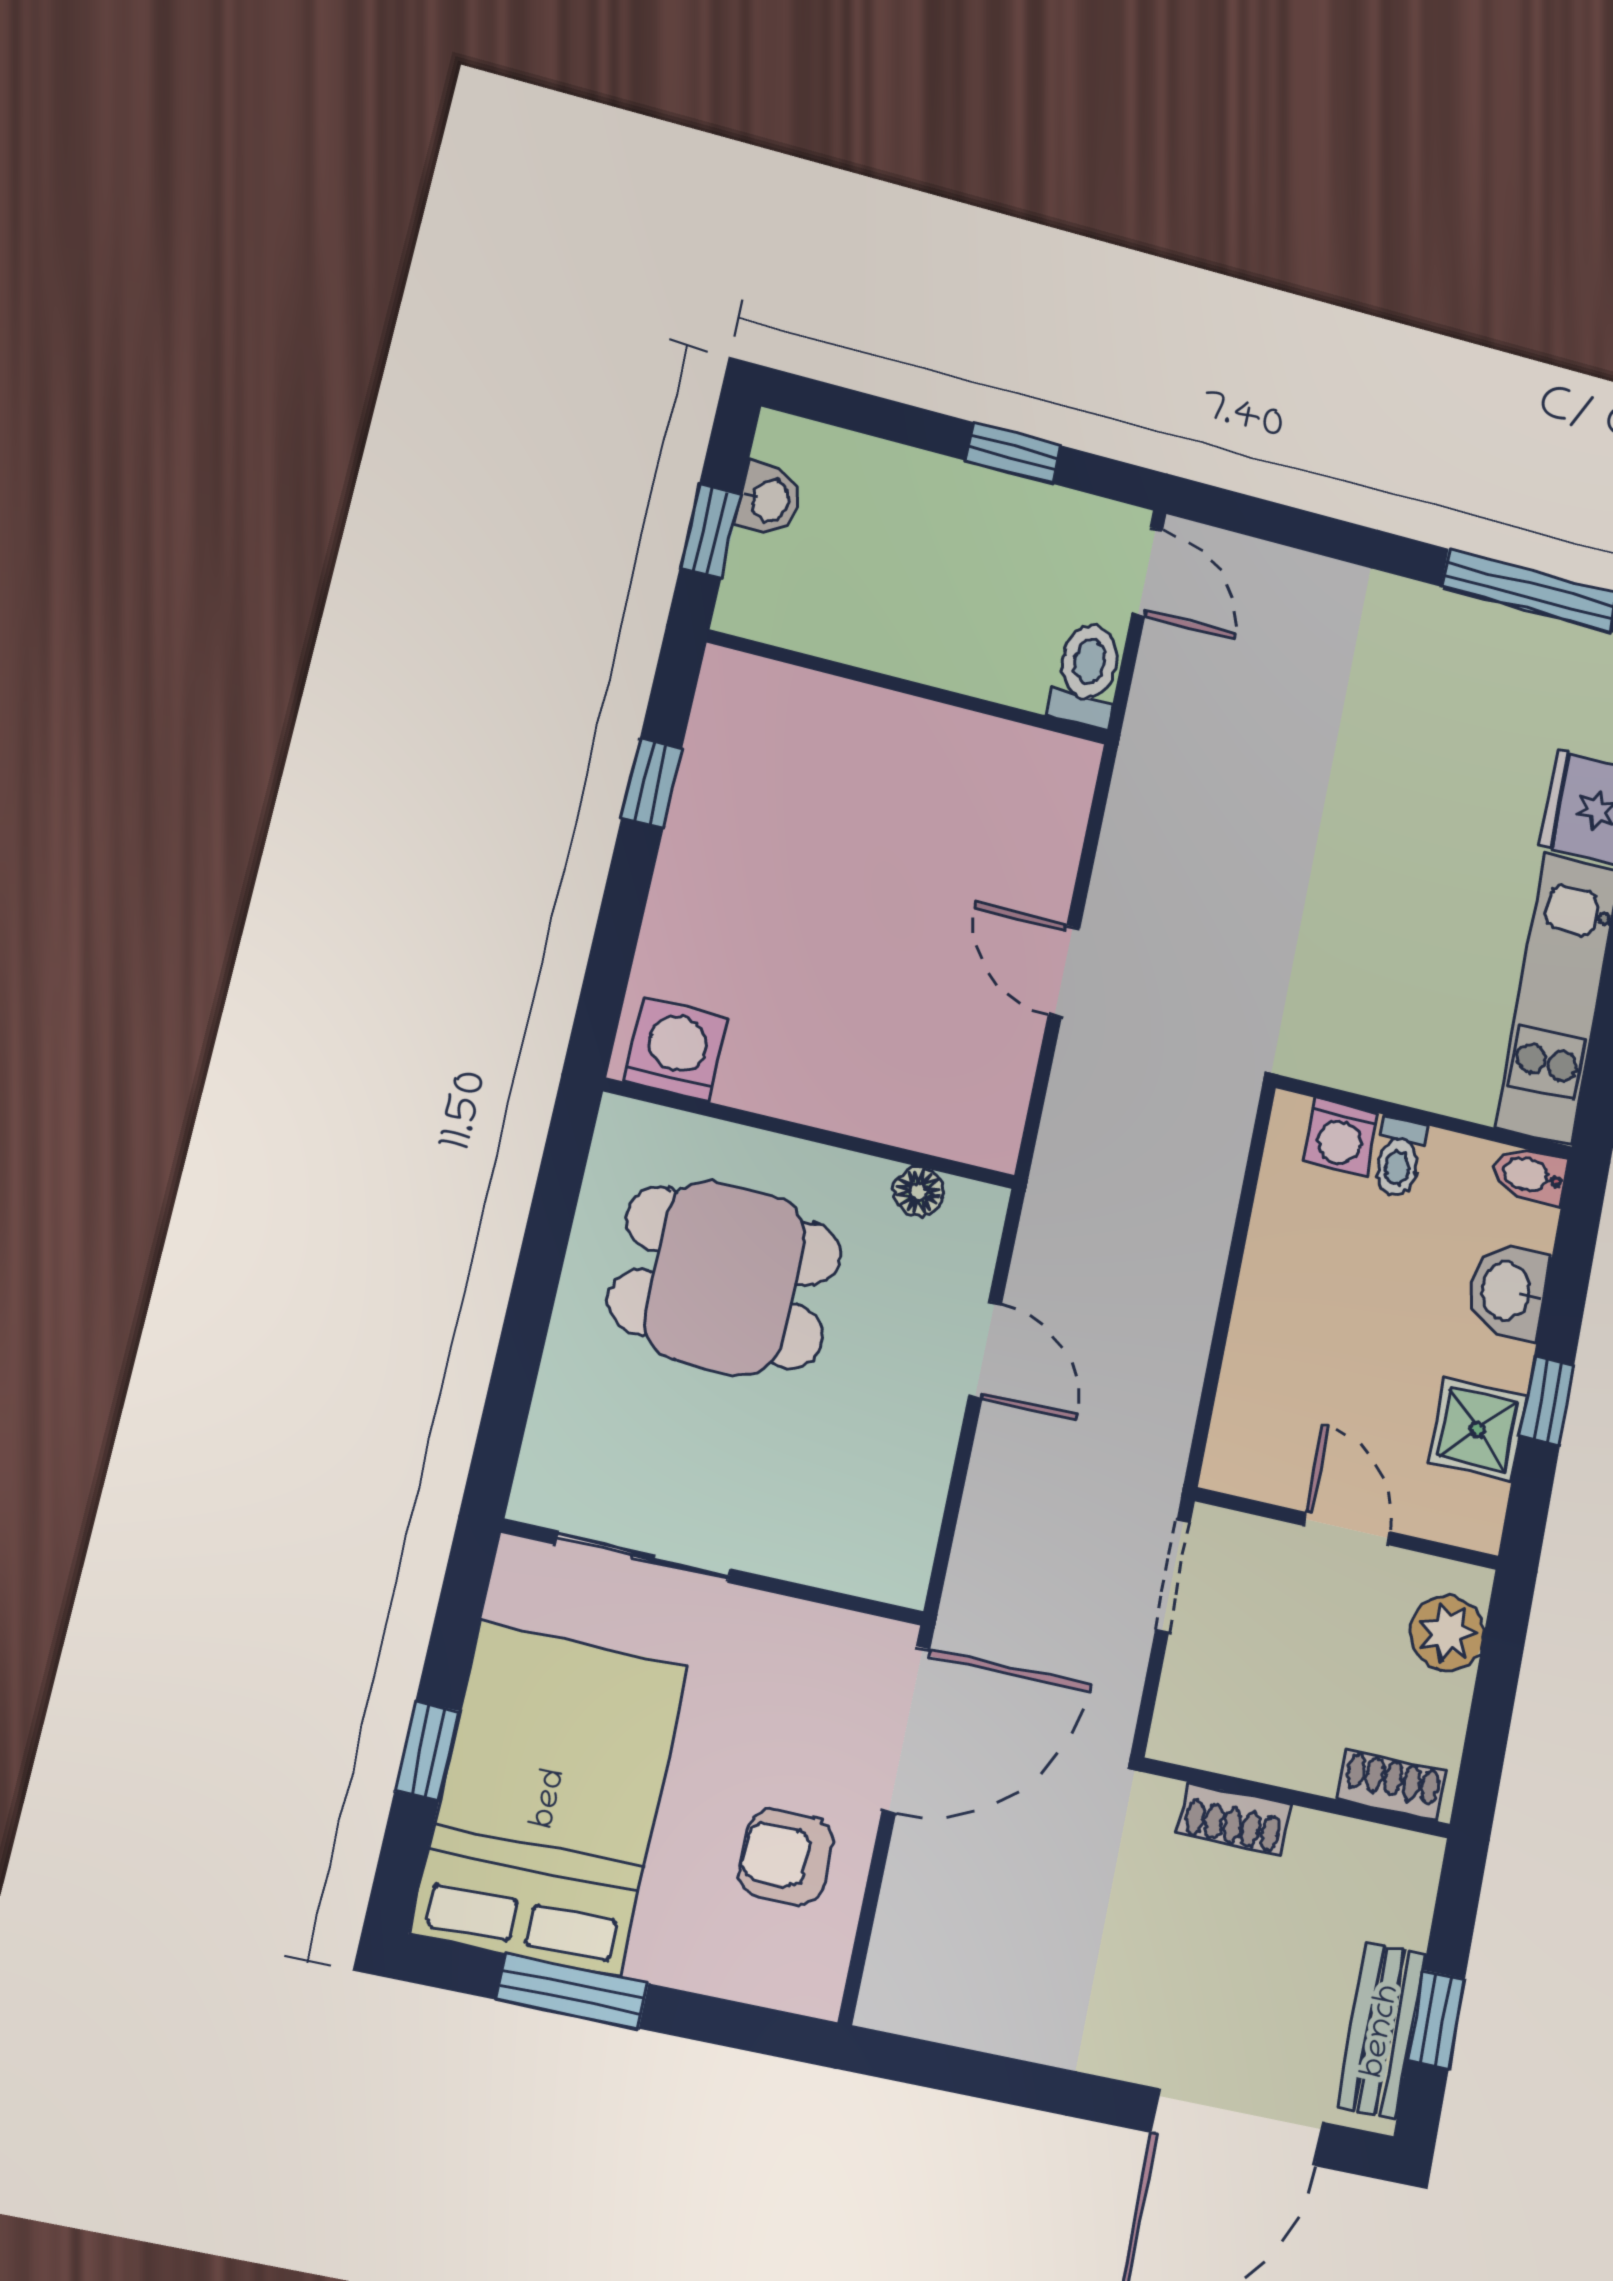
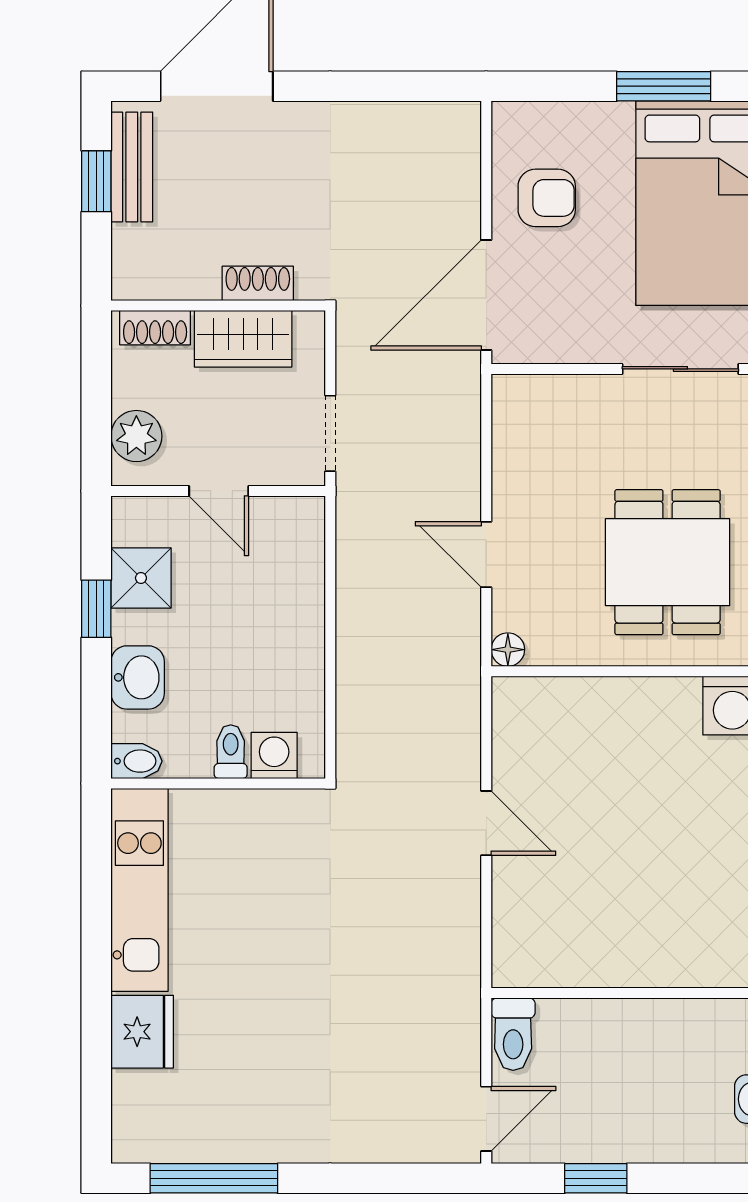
door: (1147, 572) -> (486, 1119), swing flipped
floor lamp: (919, 1192) -> (508, 650), moved
dining table: (725, 1278) -> (668, 562), turned 90
wardrobe: (1270, 1742) -> (243, 339), added

